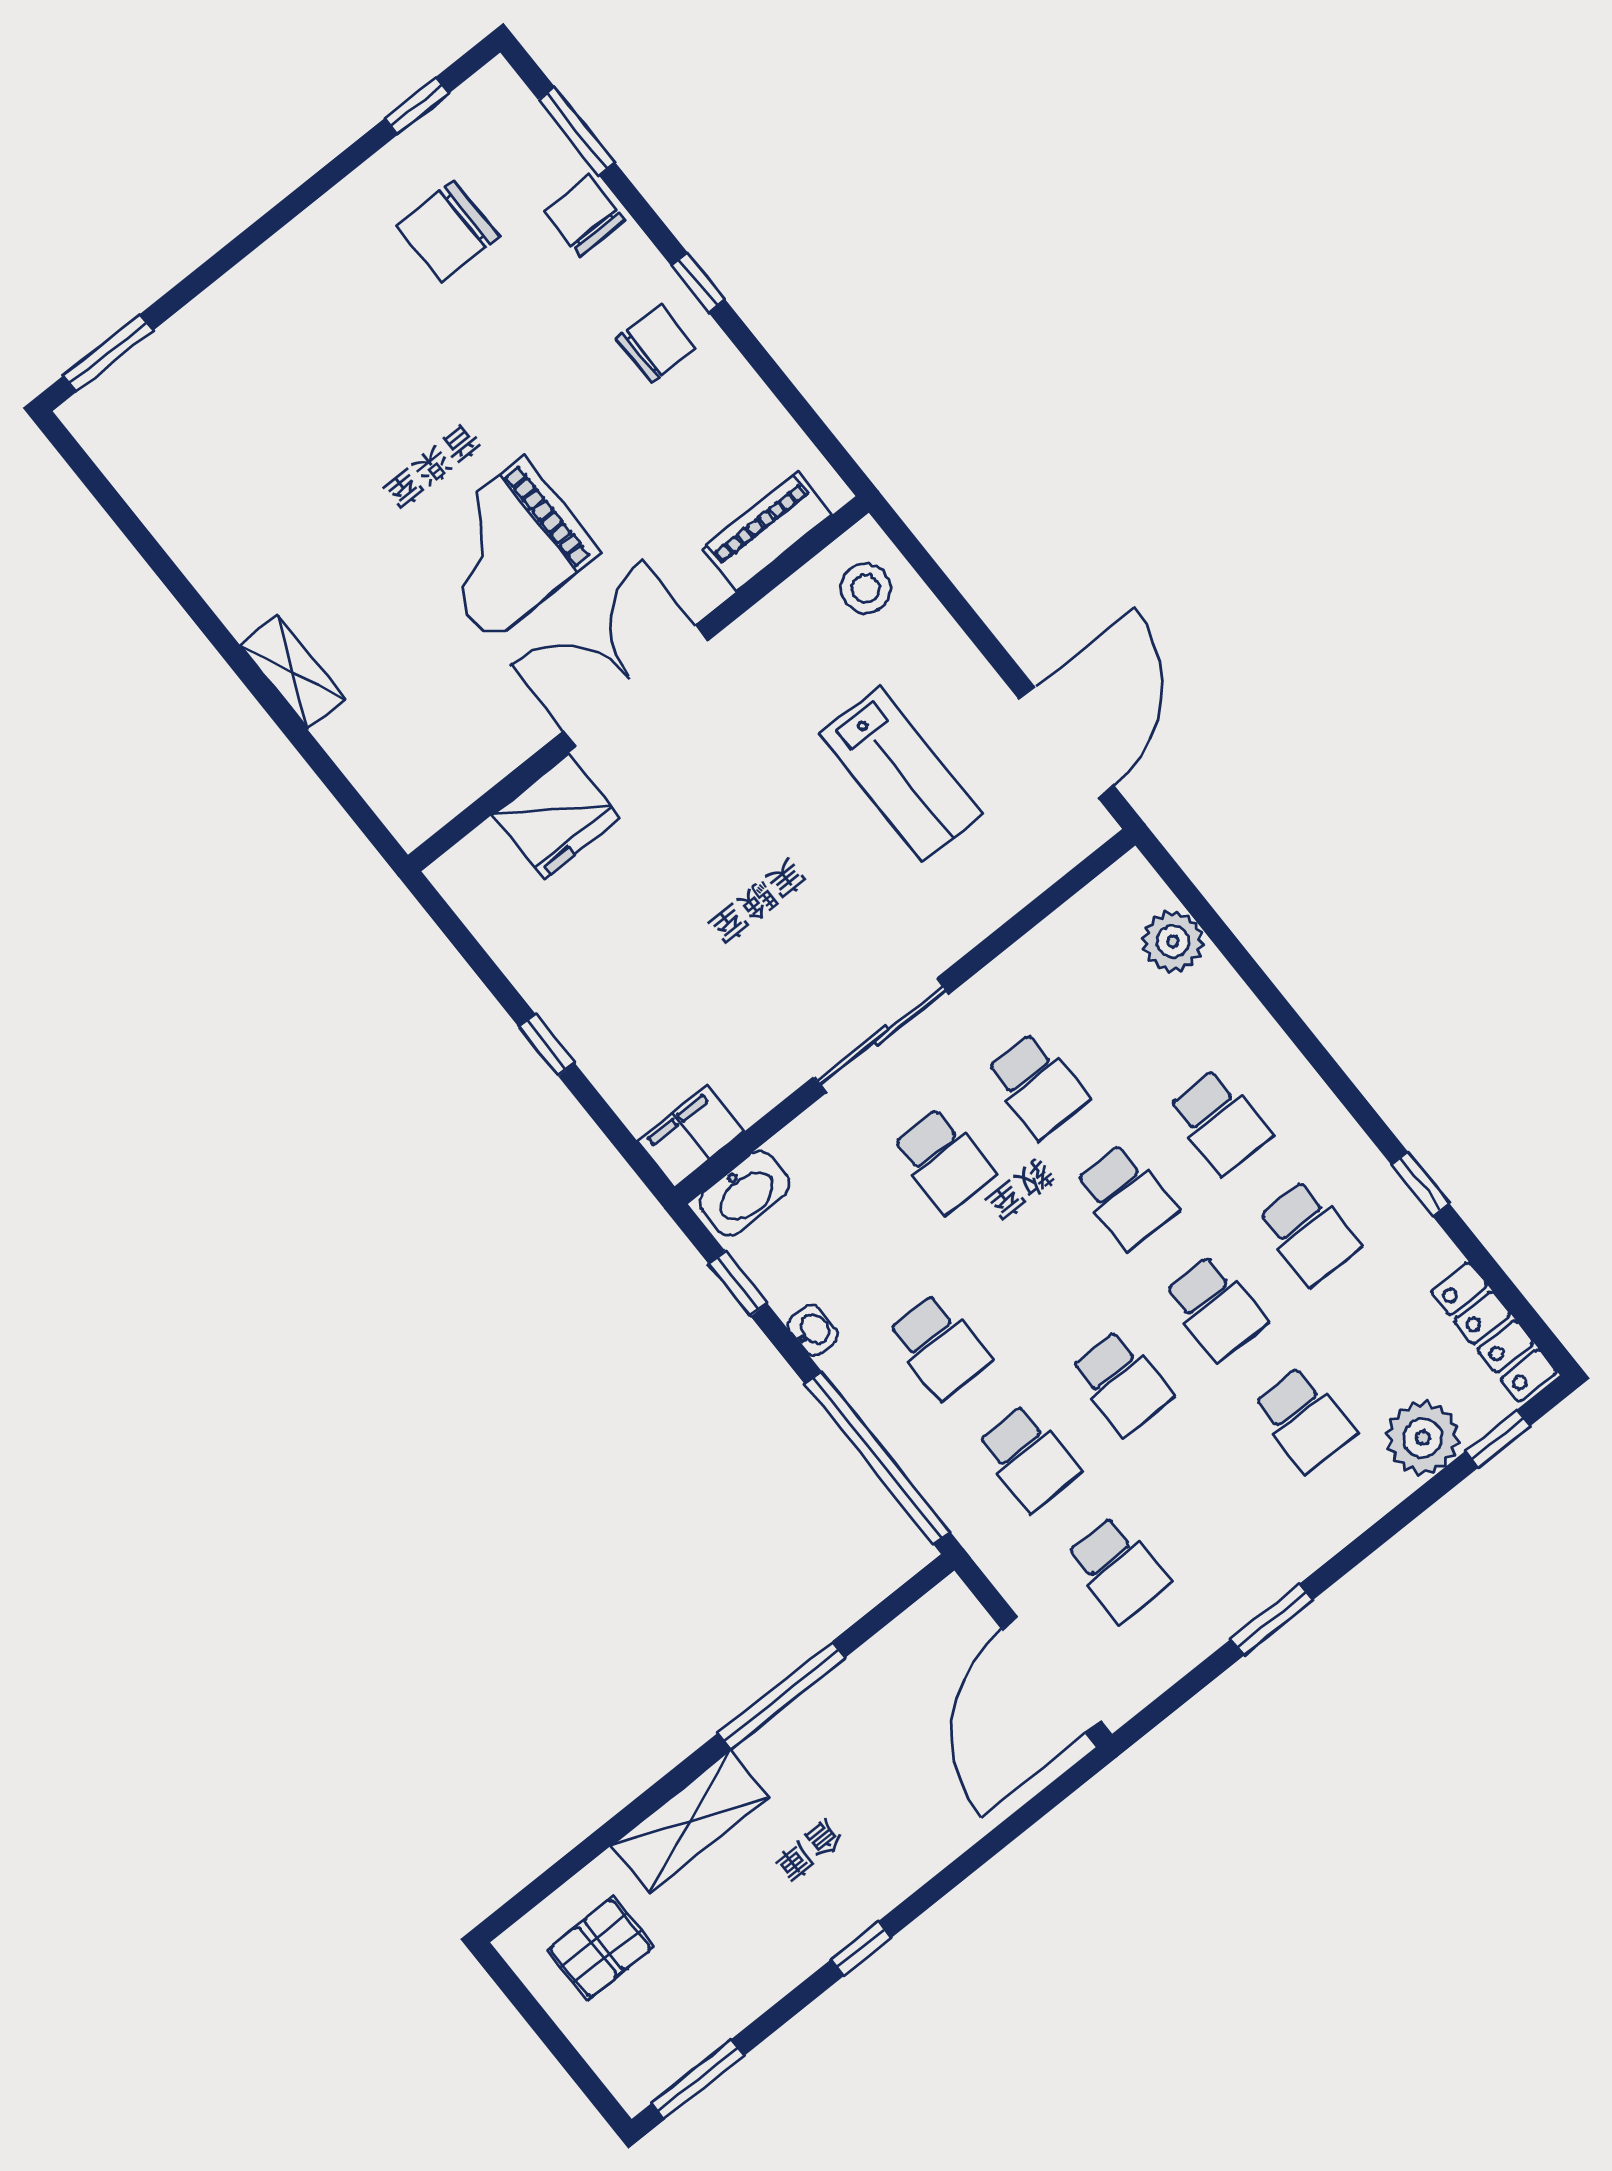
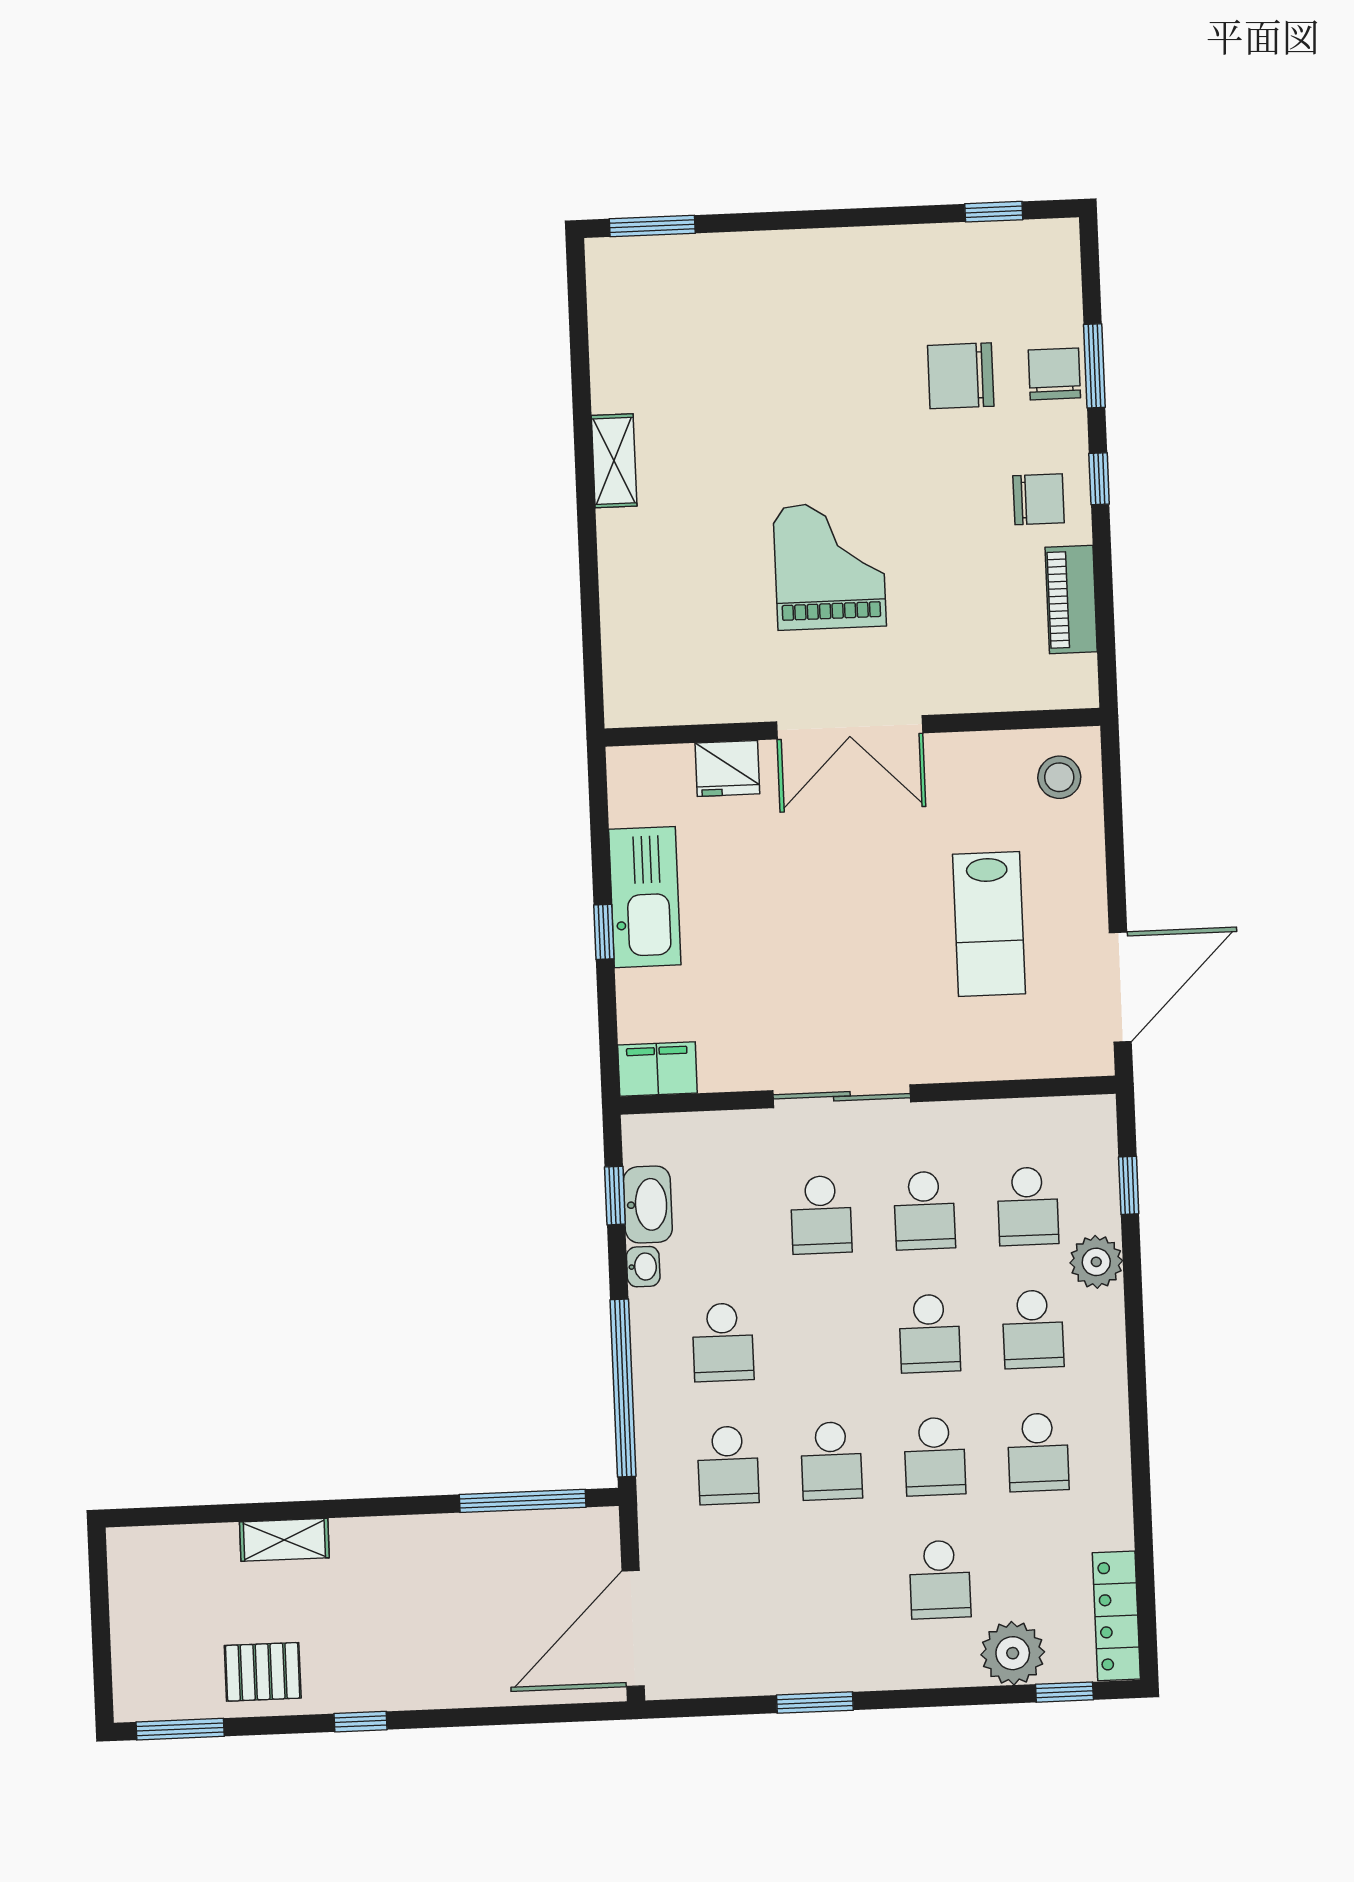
window: (577, 131) -> (1094, 366), moved
chair: (448, 231) -> (961, 376), moved
piano: (767, 532) -> (1071, 600), moved, turned -90
grand piano: (507, 549) -> (830, 566), turned 90
shelving: (292, 672) -> (614, 461), moved
double door: (636, 686) -> (850, 727), swing flipped
fridge: (557, 816) -> (727, 768), width x0.73, depth x0.75
plant: (1173, 941) -> (1096, 1262), moved
kitchen sink: (561, 985) -> (645, 897), added
window: (1420, 1184) -> (1129, 1185), moved
washbasin: (745, 1193) -> (648, 1205), moved, turned -90
school desk: (1117, 1569) -> (1028, 1206), moved
window: (782, 1695) -> (523, 1501), moved
shelving: (690, 1821) -> (284, 1540), width x0.67, depth x0.75
pallet: (600, 1948) -> (263, 1672), moved

